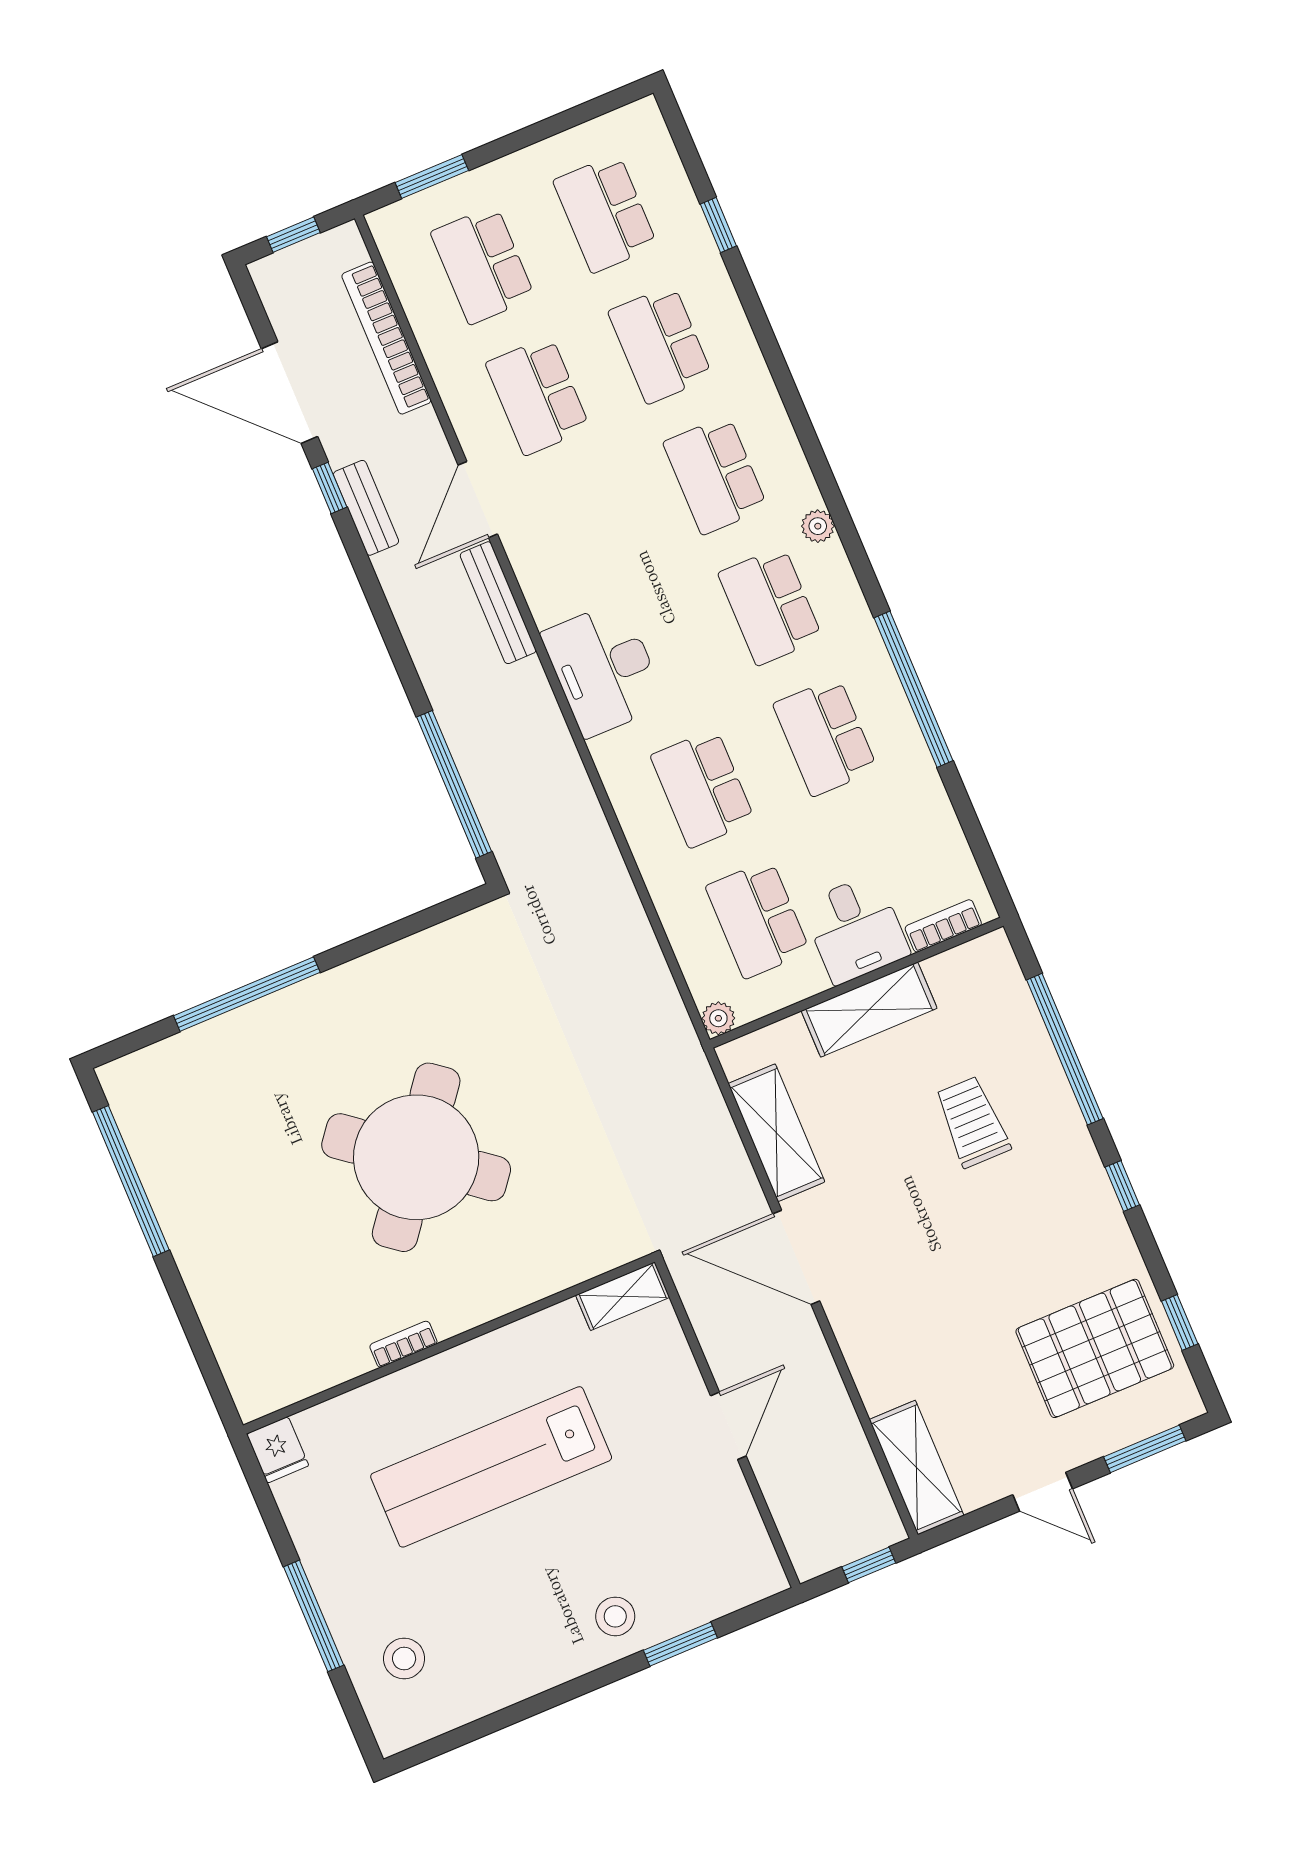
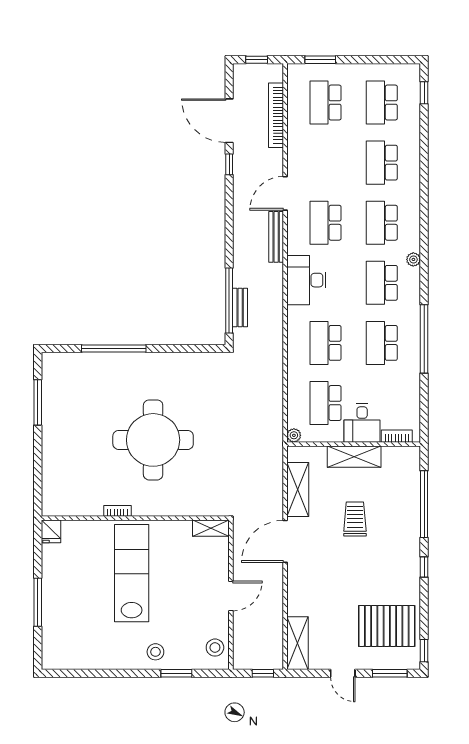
window: (718, 225) -> (424, 93), moved
school desk: (538, 396) -> (326, 223), moved
bench: (366, 508) -> (240, 308), moved
trolley: (972, 1122) -> (355, 519), moved
round table: (416, 1157) -> (153, 440), turned -38
window: (131, 1181) -> (38, 402), width x0.68
door: (796, 1257) -> (285, 541), hinge flipped
window: (1180, 1323) -> (424, 651), moved
lab bench: (491, 1467) -> (132, 573), turned 90
stool: (404, 1659) -> (215, 648), moved

